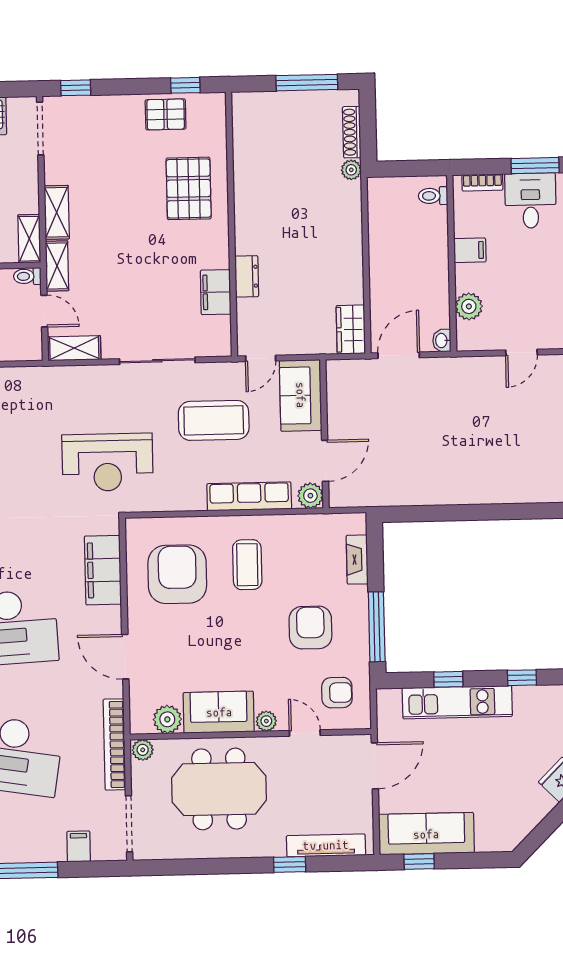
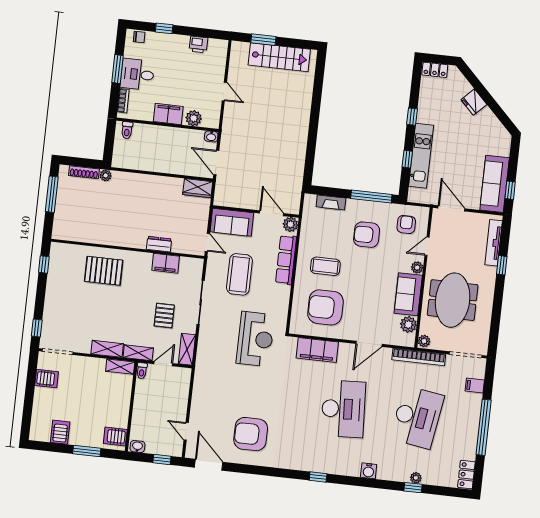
pallet: (166, 114) -> (164, 315), moved
filing cabinet: (470, 250) -> (168, 114), width x2.00

